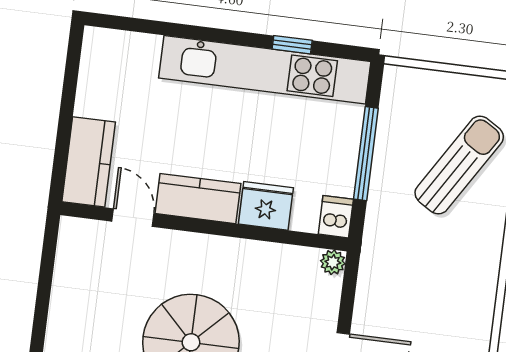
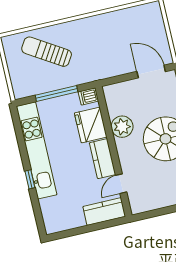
window: (292, 45) -> (30, 179), moved
fridge: (266, 206) -> (91, 125), width x1.36, depth x1.34
plant: (333, 262) -> (122, 127), moved, width x1.88, depth x1.88

